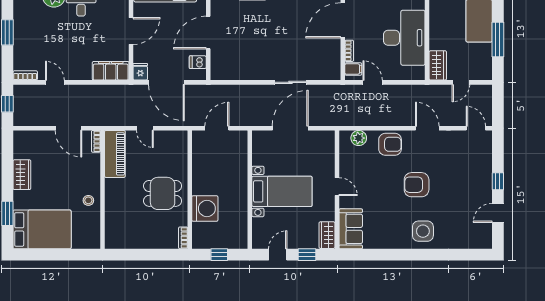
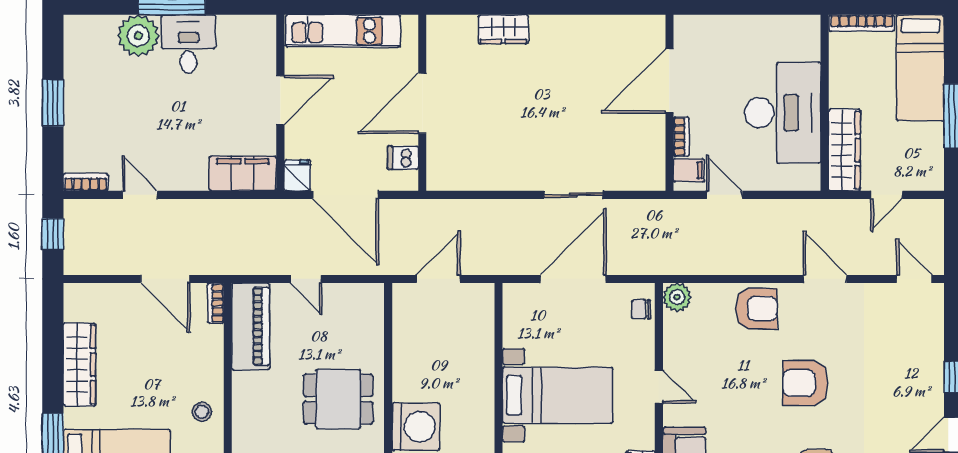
wardrobe: (438, 65) -> (844, 150), width x1.50
plant: (359, 138) -> (677, 297), moved
chair: (327, 145) -> (641, 309), added
wardrobe: (22, 175) -> (79, 364), width x1.50

